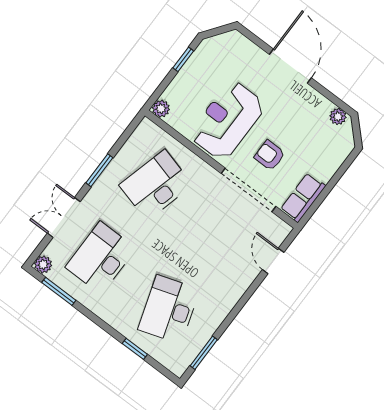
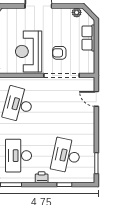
row of seats: (303, 198) -> (88, 38), moved
desk: (169, 309) -> (66, 156), turned 30
printer: (110, 314) -> (42, 177), added

